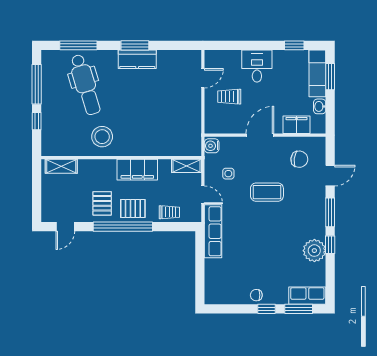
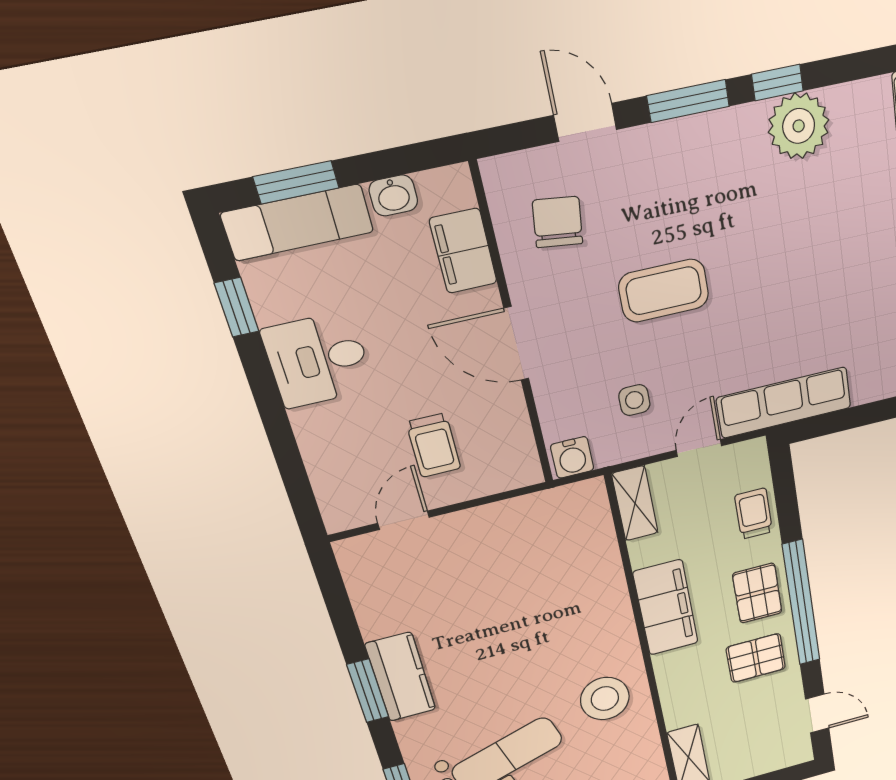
desk: (257, 66) -> (318, 360), moved
door: (203, 78) -> (404, 520), hinge flipped
coffee table: (267, 192) -> (664, 291), turned 90

